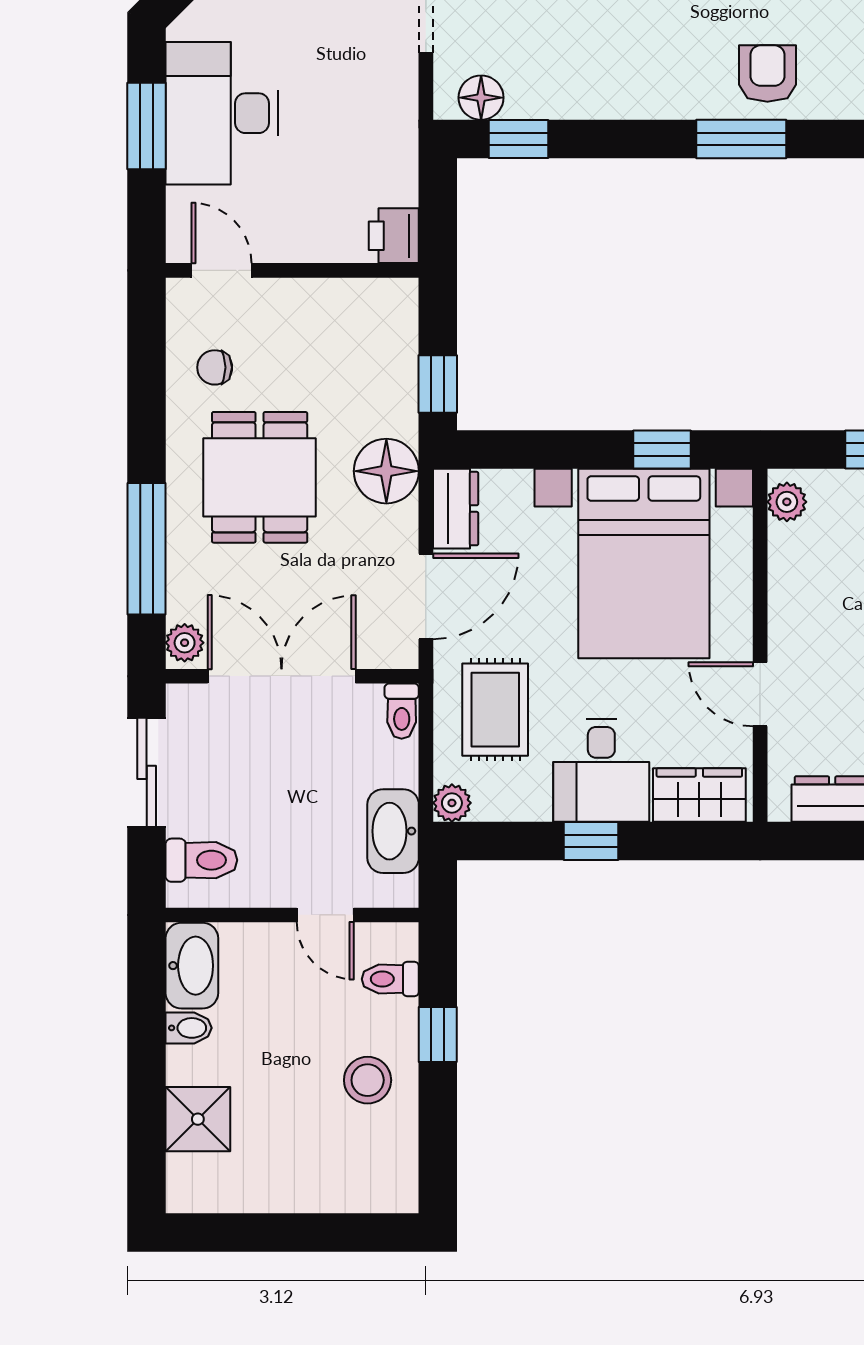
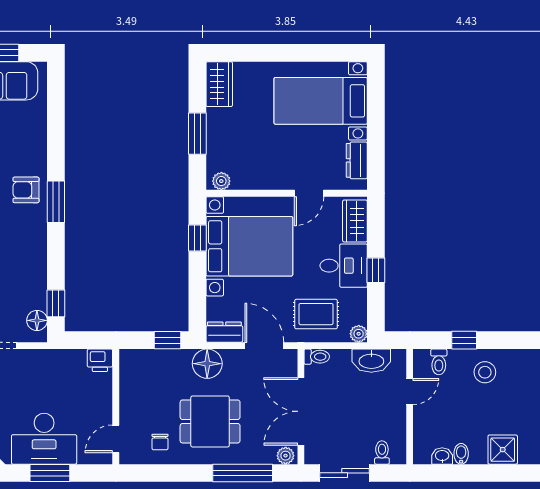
toilet: (201, 860) -> (382, 452), width x0.73, depth x0.72
washbasin: (192, 966) -> (442, 456), width x0.52, depth x0.69

